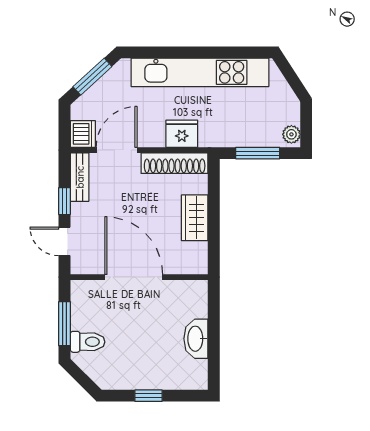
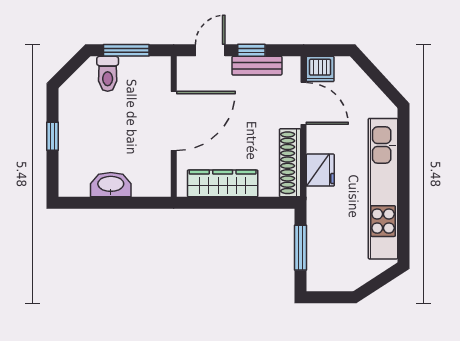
window: (92, 77) -> (379, 79), removed
plant: (291, 134) -> (320, 282), removed
bench: (80, 177) -> (257, 66), moved
wardrobe: (195, 218) -> (223, 183), width x1.50

